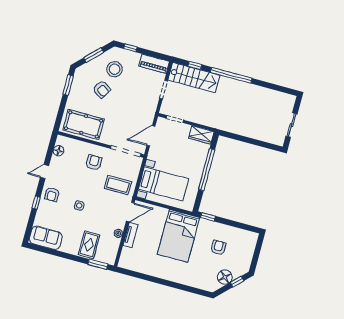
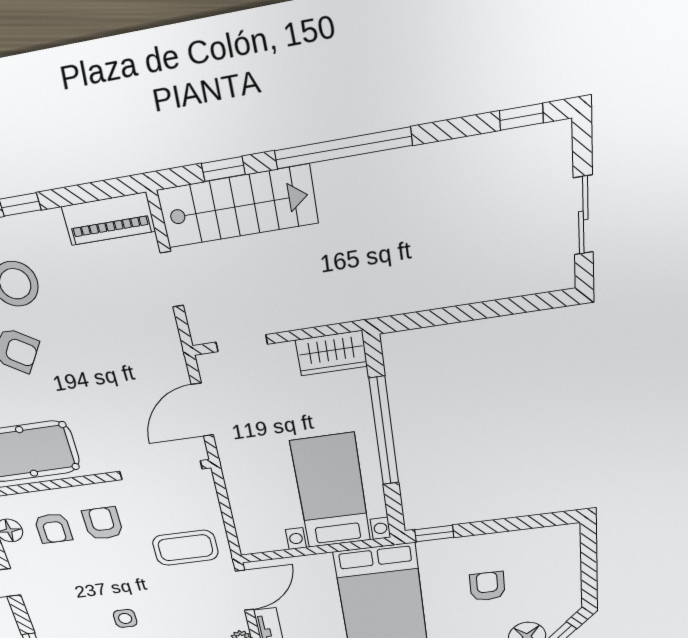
window: (283, 89) -> (521, 117), added
bed with nightstands: (164, 184) -> (331, 492), moved, turned -90
armchair: (52, 194) -> (53, 528), moved

